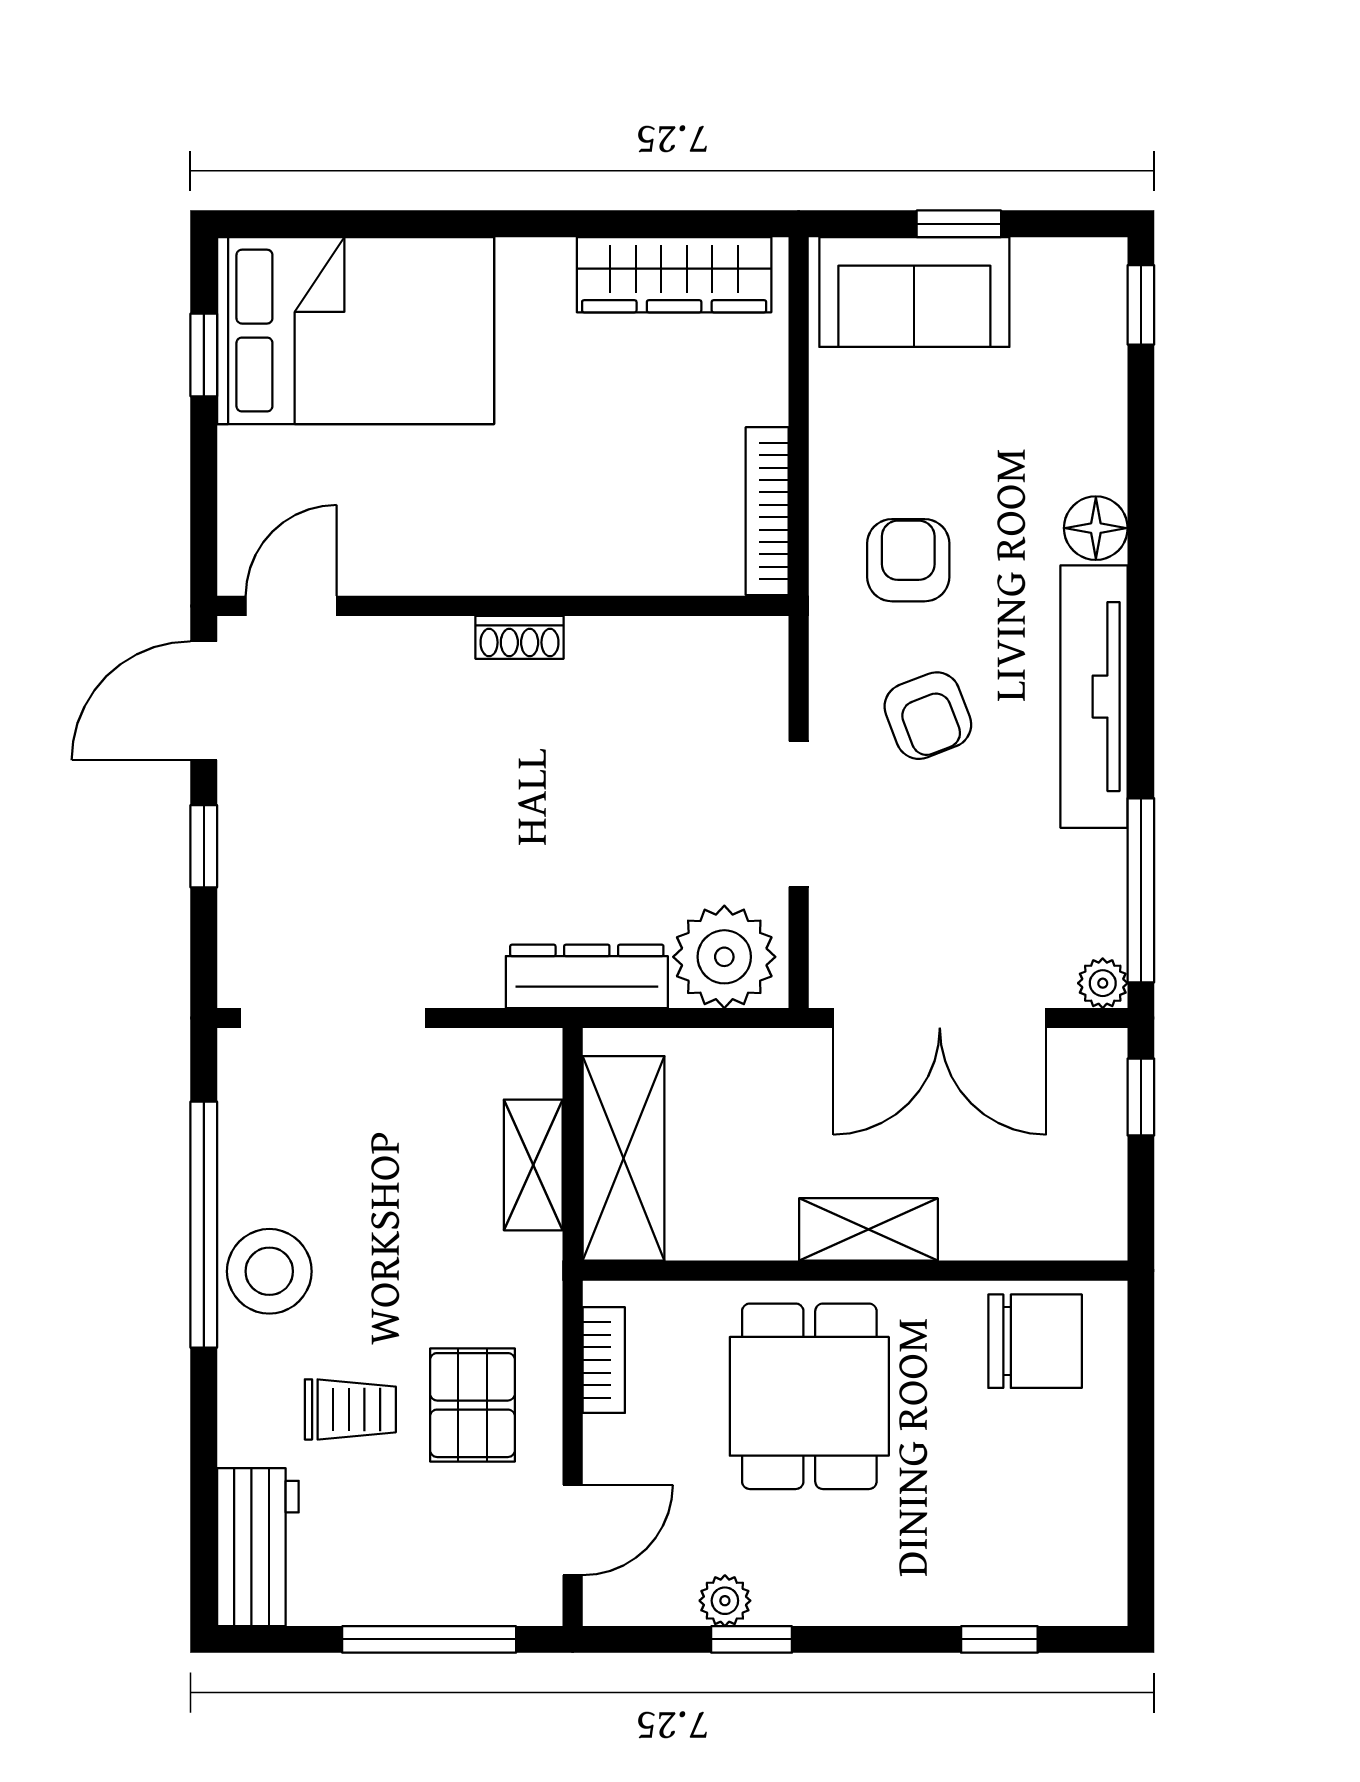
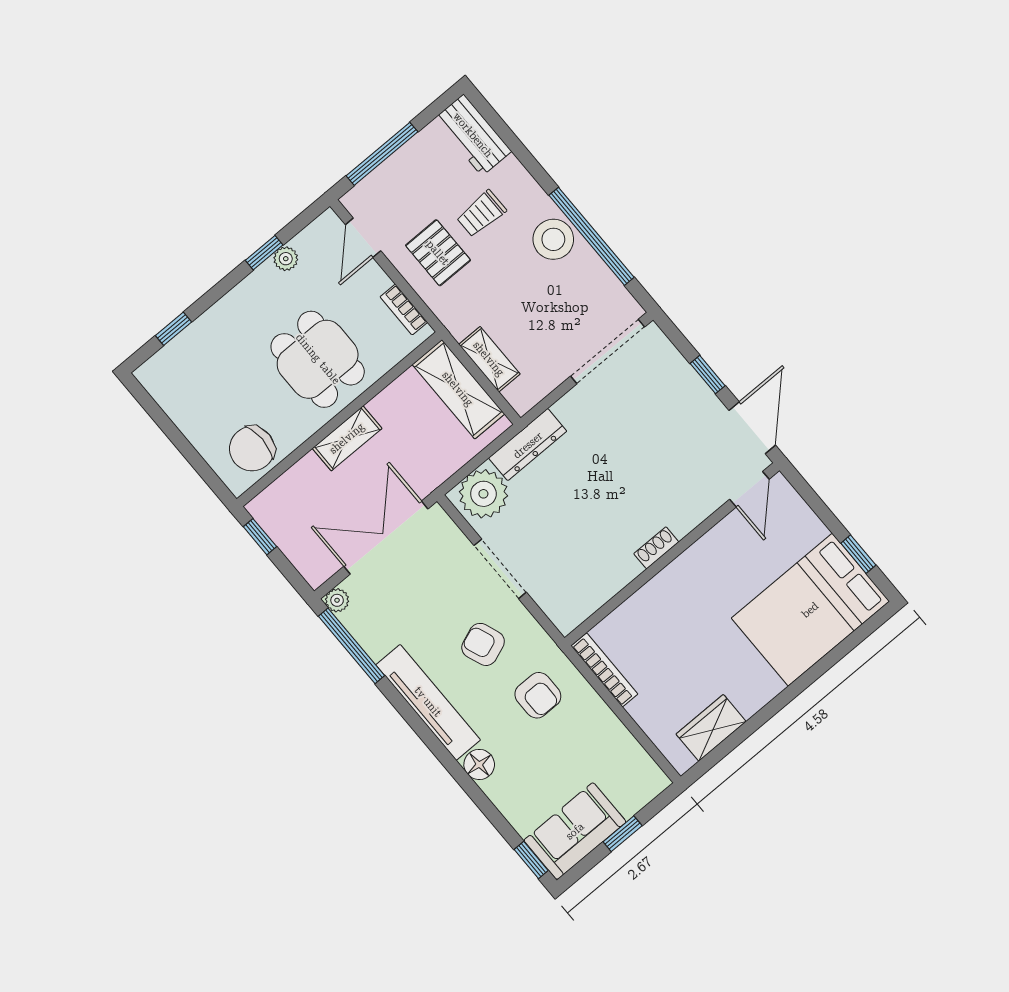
wardrobe: (674, 275) -> (711, 728), width x0.67
sofa: (914, 292) -> (575, 831), moved
window: (1141, 1097) -> (260, 537), moved

